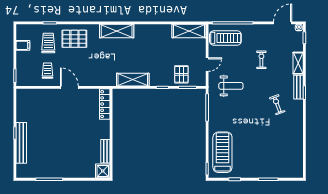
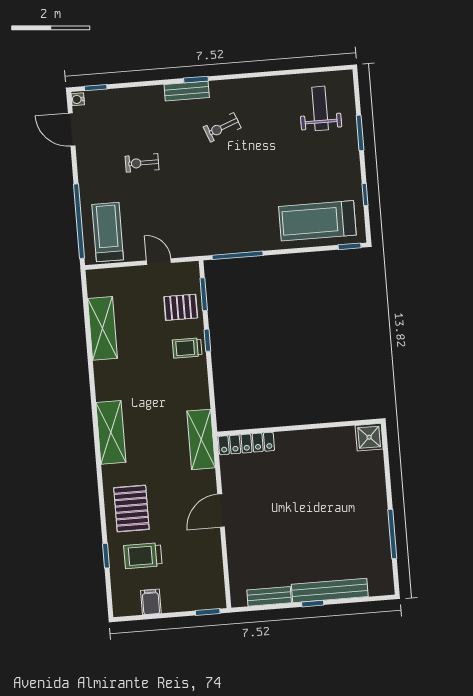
shelving: (189, 31) -> (102, 328), moved
shelving: (298, 63) -> (143, 95), removed
trolley: (48, 71) -> (187, 348), moved
shelving: (133, 80) -> (201, 439), moved
weight bench: (231, 86) -> (320, 108), moved
bench: (105, 151) -> (269, 596), moved

